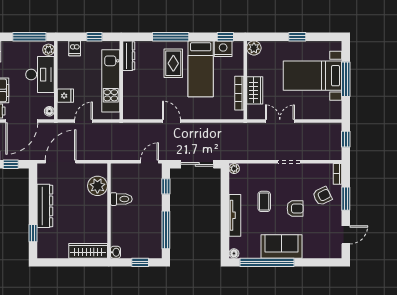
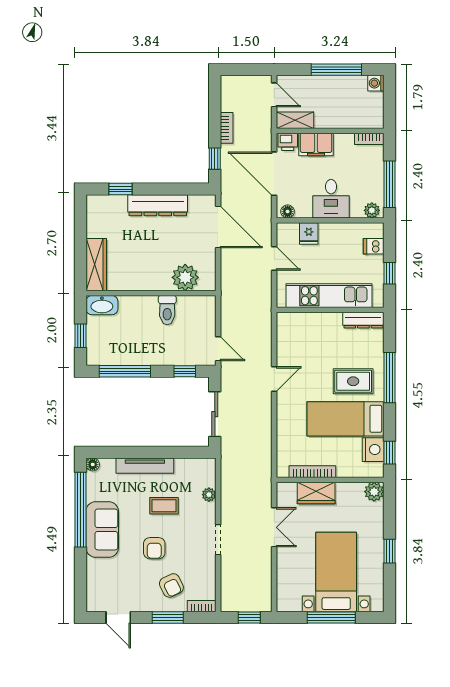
desk: (40, 75) -> (331, 199), width x0.73
plant: (234, 169) -> (209, 495), moved
washbasin: (115, 252) -> (102, 305), width x1.91, depth x1.45

